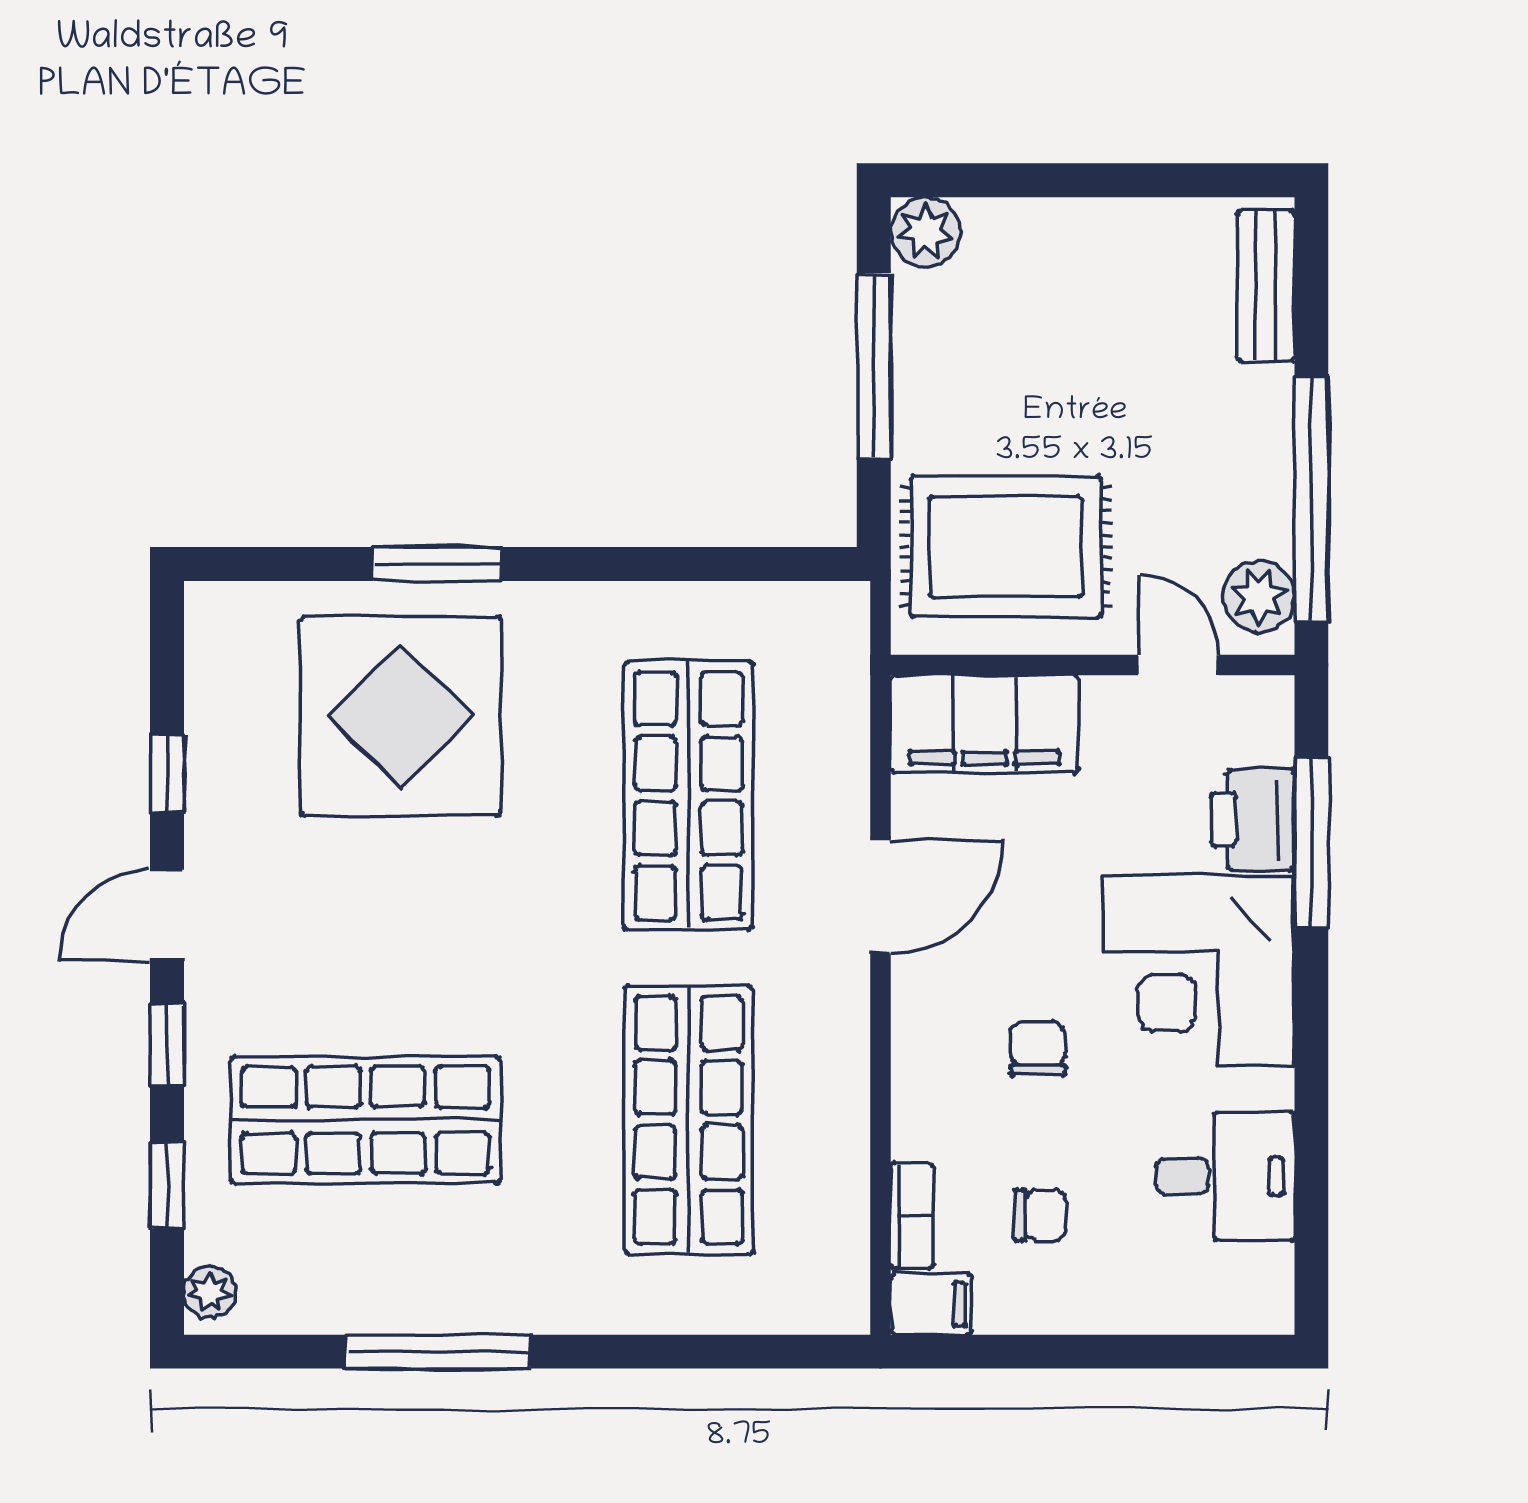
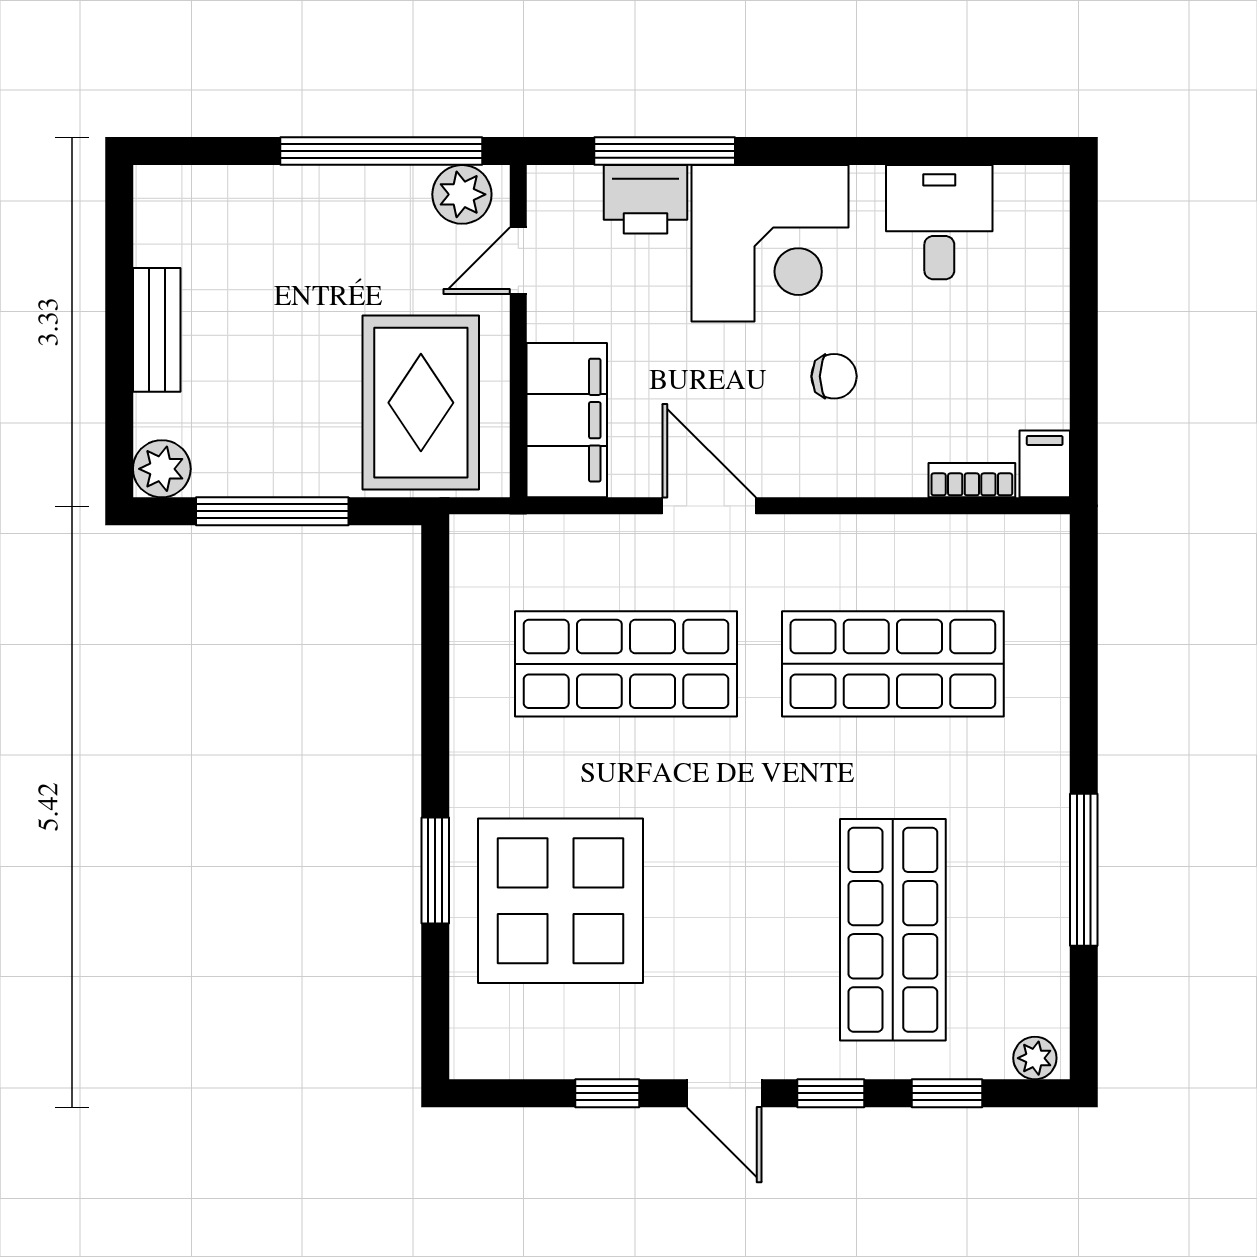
bench: (1266, 286) -> (157, 330), moved, turned 90
chair: (1038, 1049) -> (834, 376), turned 180
chair: (1040, 1215) -> (971, 374), removed

